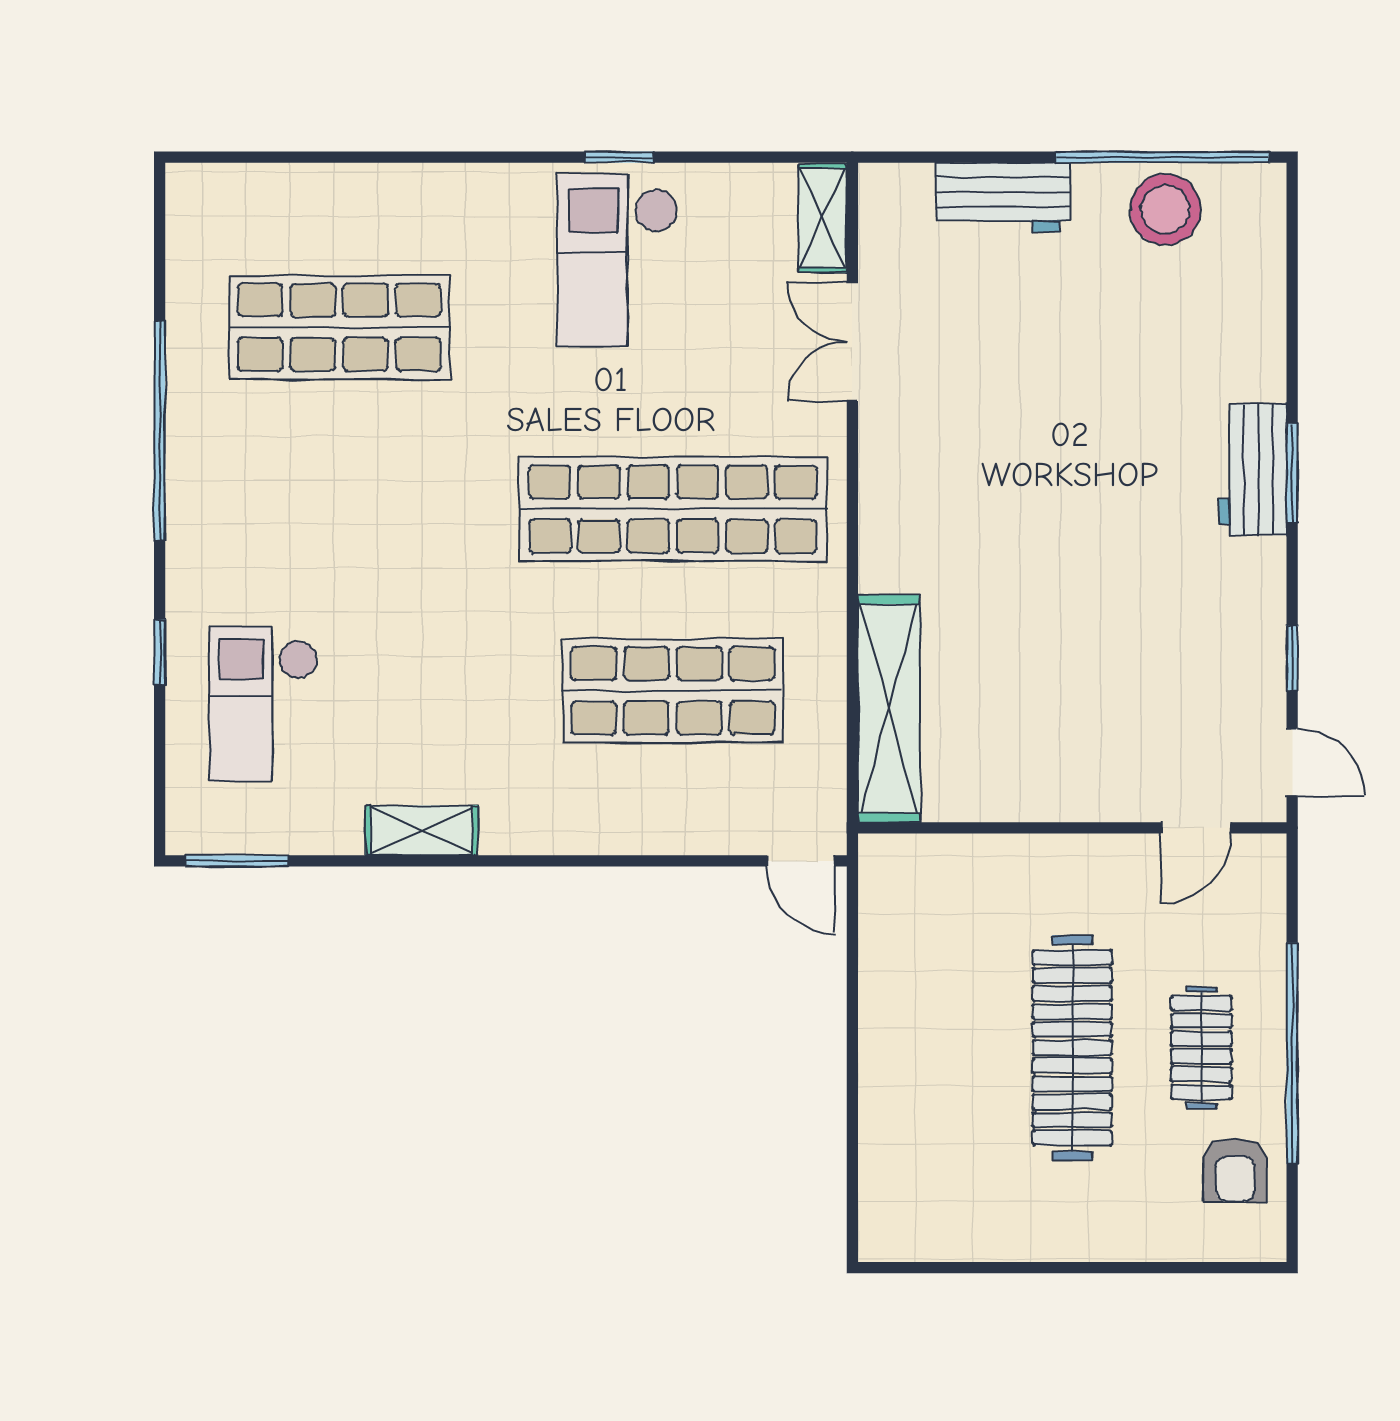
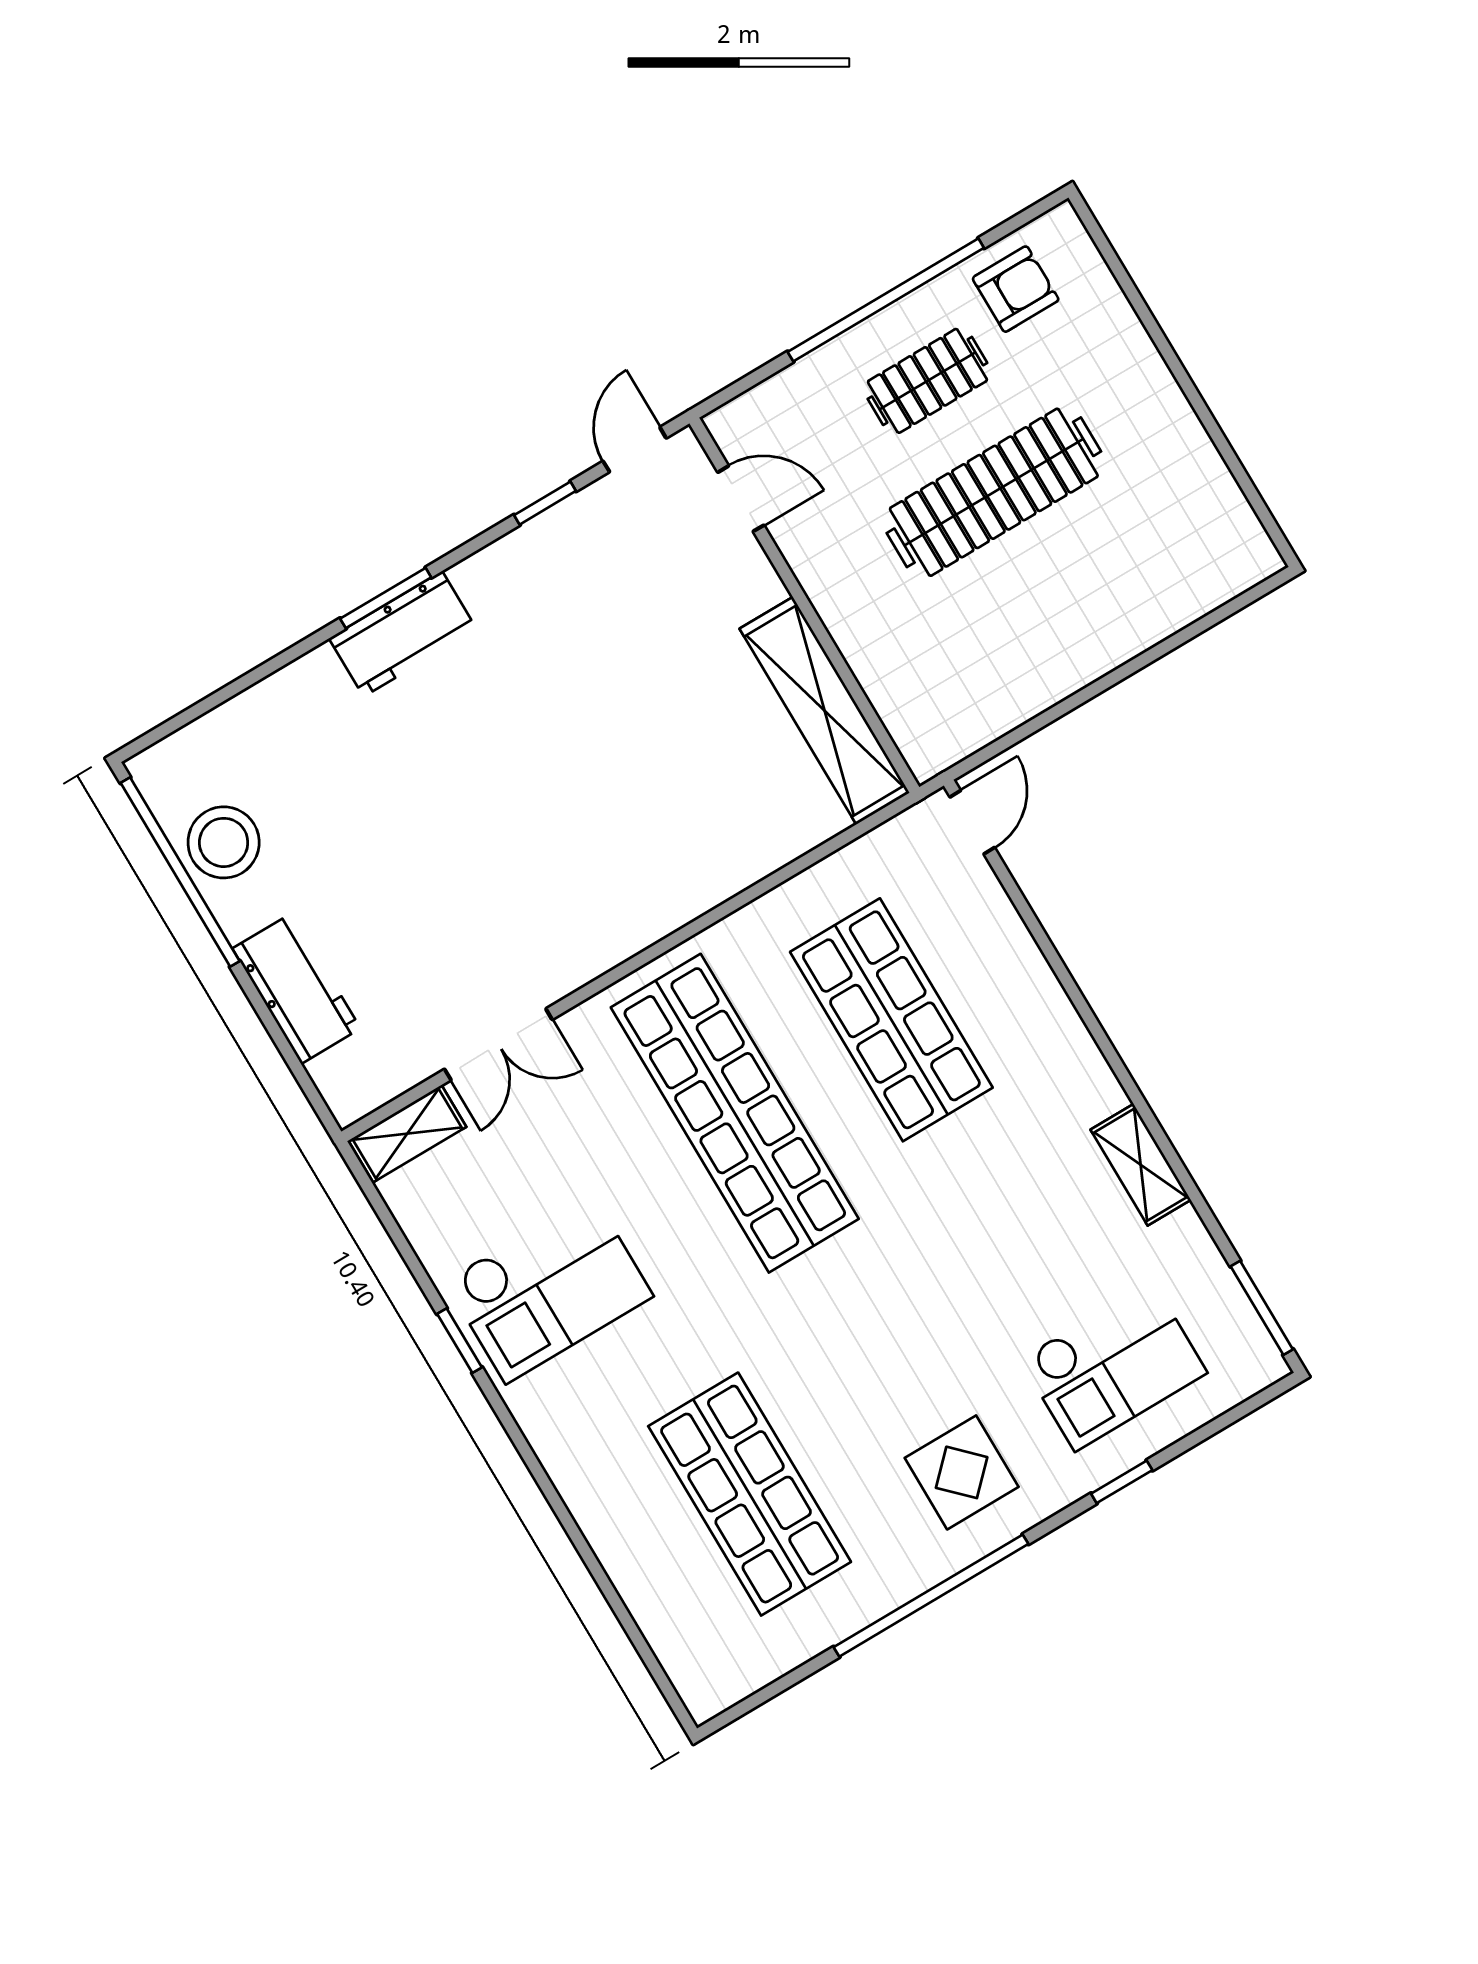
display table: (249, 520) -> (962, 1472), added
shelving: (889, 709) -> (825, 711), moved, turned 90

